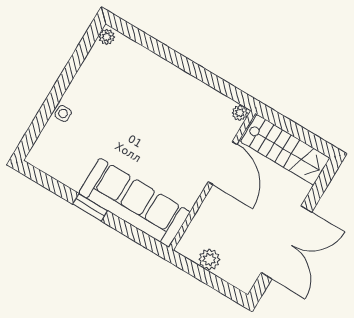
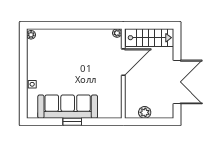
door: (223, 163) -> (123, 62), hinge flipped
sofa: (134, 203) -> (68, 107), moved

